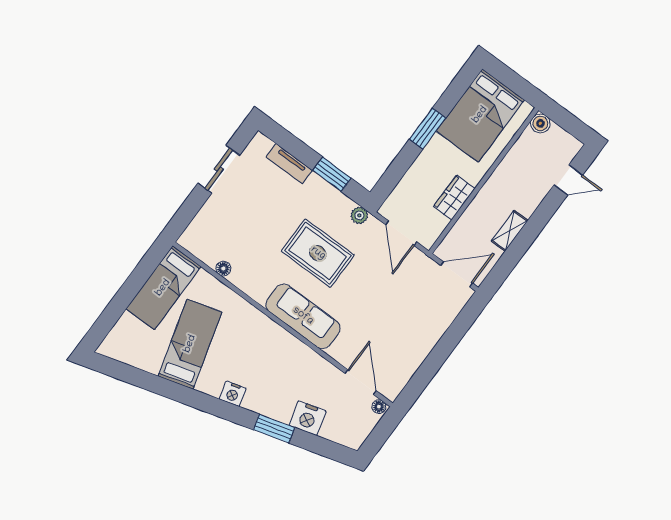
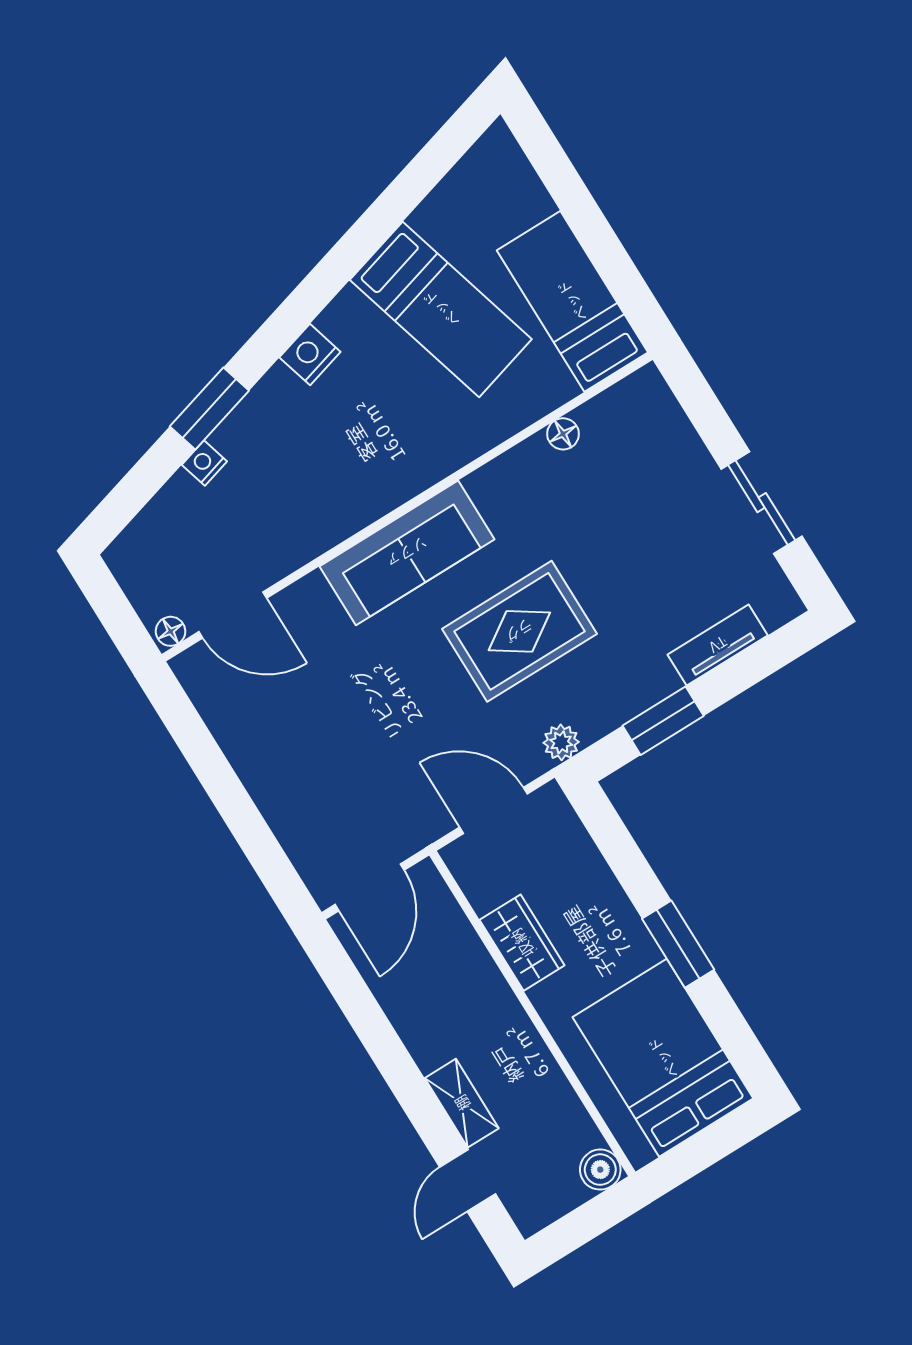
shelving: (510, 231) -> (462, 1103), moved
nightstand: (308, 418) -> (204, 463), width x0.53, depth x0.56

